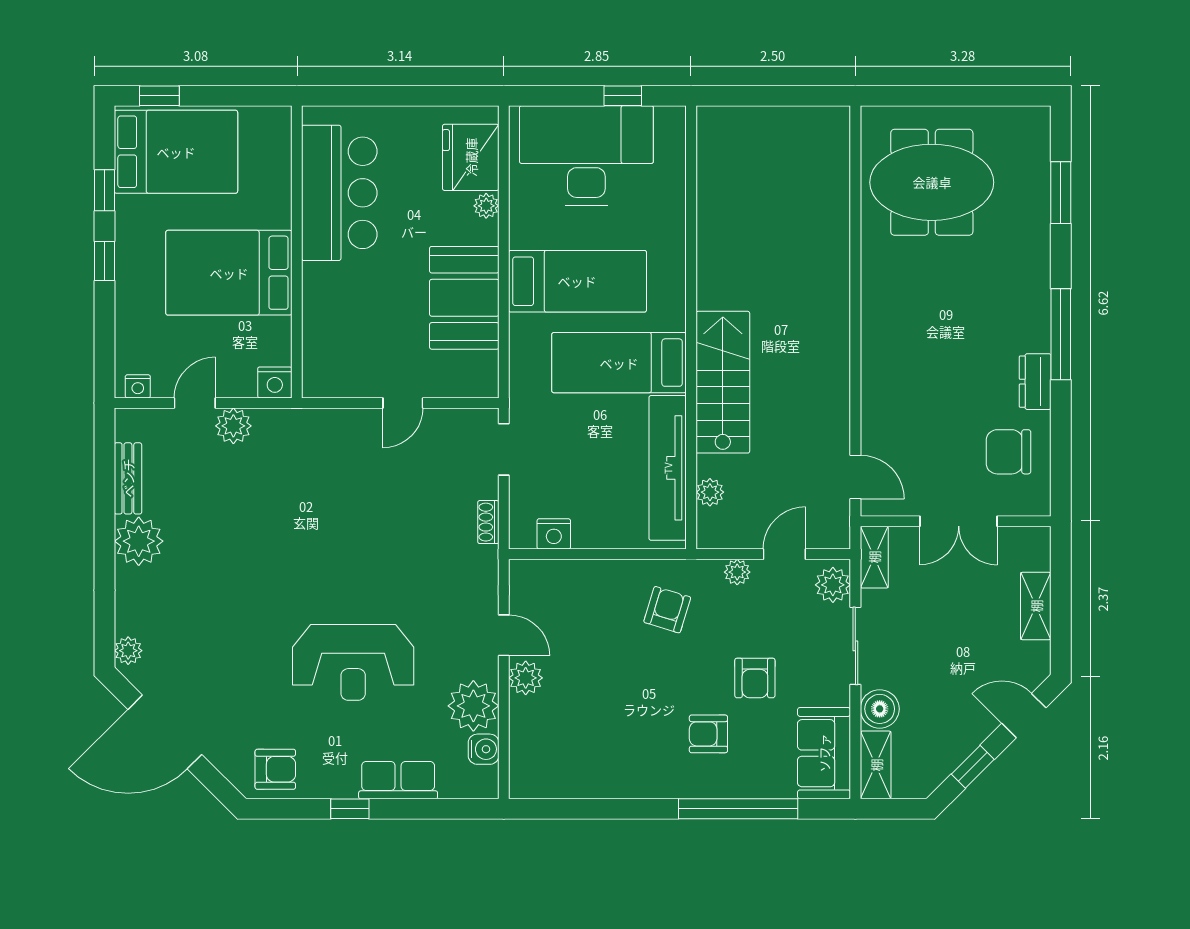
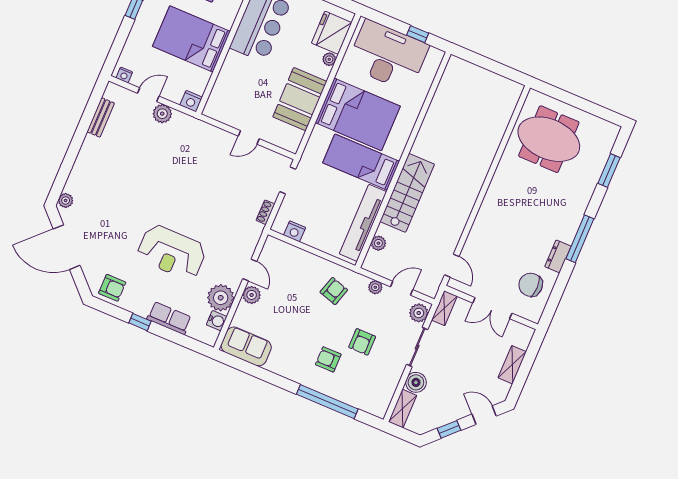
bed: (577, 281) -> (358, 114), width x1.50
plant: (139, 541) -> (93, 150), removed
sofa: (824, 753) -> (246, 346), moved, turned 90

